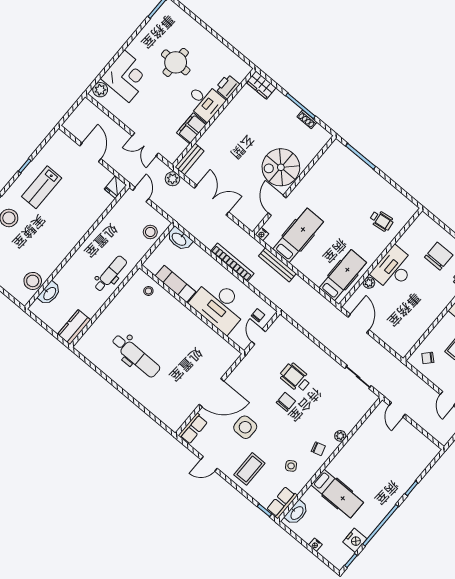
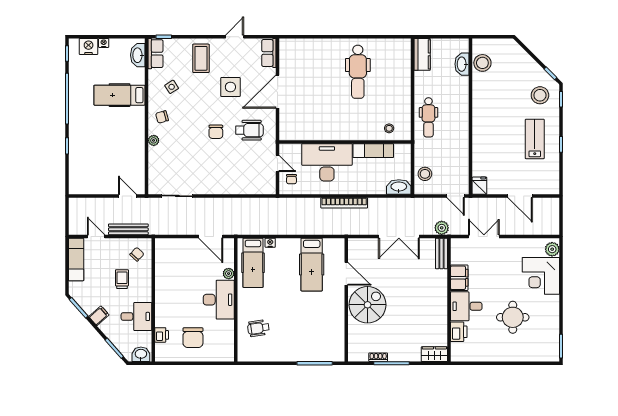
nightstand: (262, 234) -> (270, 243), moved
bench: (277, 265) -> (128, 229), moved
dental chair: (136, 356) -> (358, 72), turned -90
wheelchair: (295, 378) -> (249, 130), moved
nightstand: (355, 540) -> (89, 46), moved, turned 90

